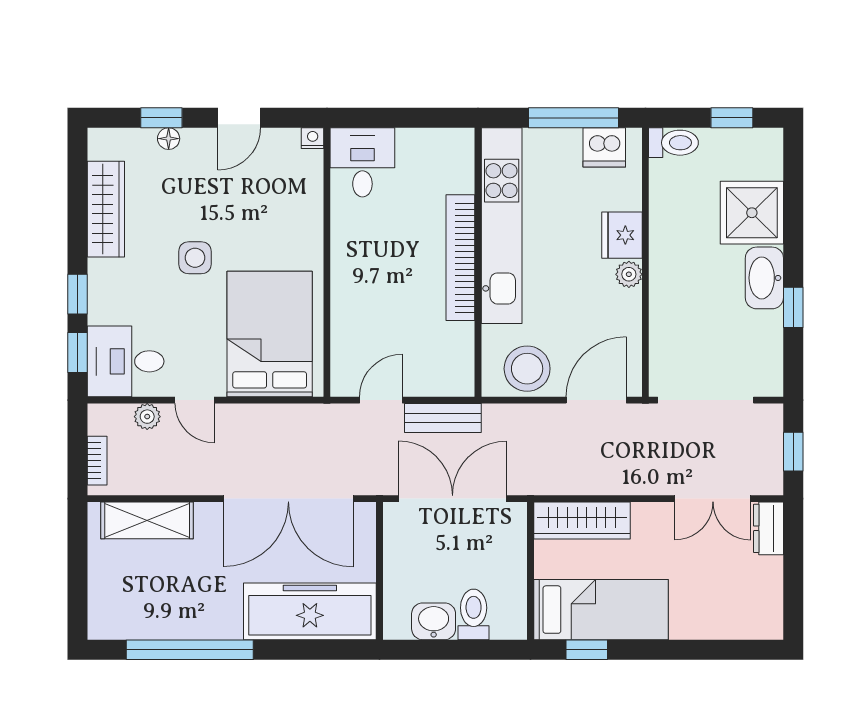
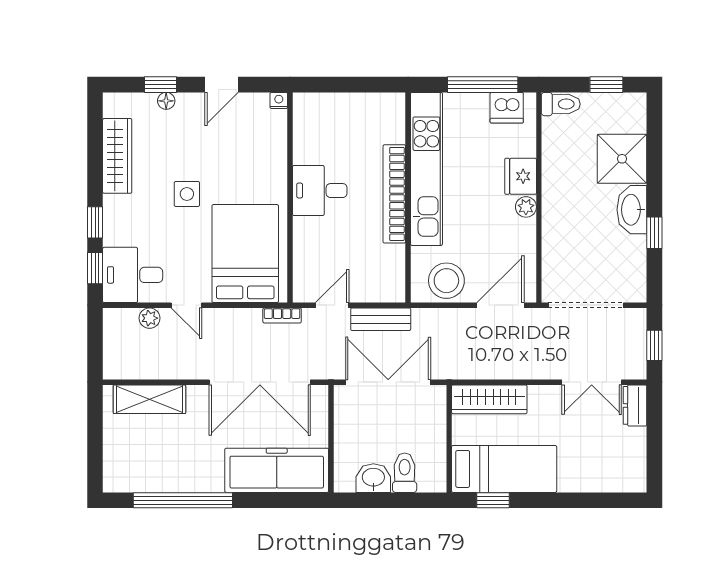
desk: (362, 162) -> (320, 191), moved, turned -90
bookcase: (97, 461) -> (282, 315), moved, turned 90

